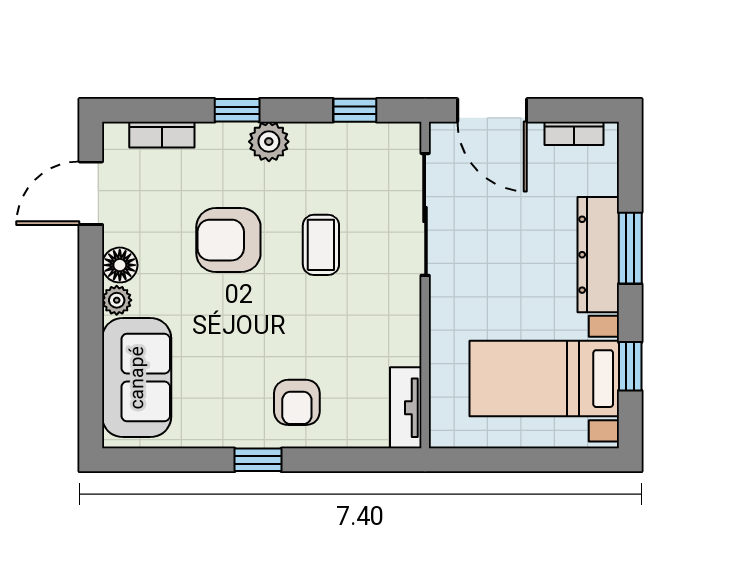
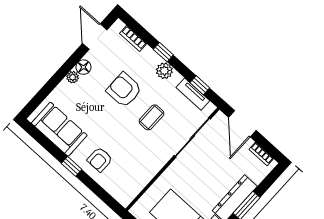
door: (91, 193) -> (95, 37), hinge flipped
sofa: (137, 378) -> (59, 129), moved, turned -90
tv unit: (406, 408) -> (193, 94), moved, turned -90

